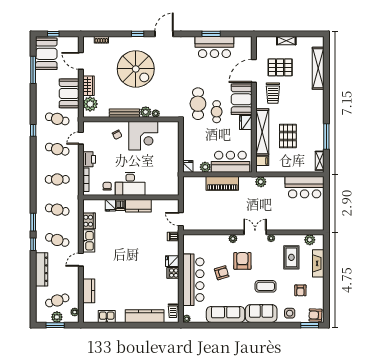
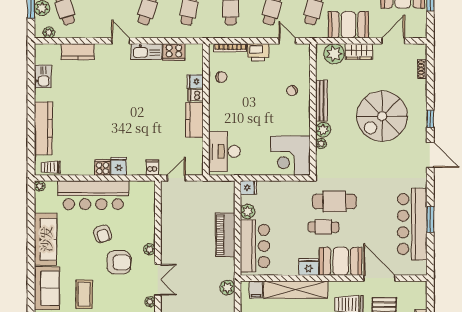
bar counter: (214, 47) -> (412, 224), width x1.36
corner desk: (143, 136) -> (291, 156), moved
desk: (130, 184) -> (225, 151), moved

